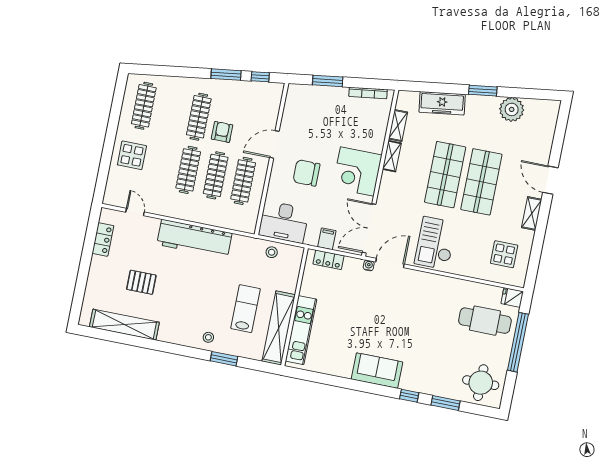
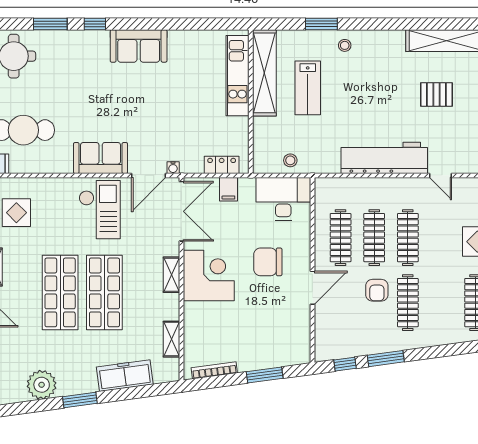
shelving: (392, 156) -> (172, 275), moved
chair: (307, 173) -> (268, 262), turned 180
door: (135, 212) -> (441, 175), moved
sofa: (426, 285) -> (101, 158), added

